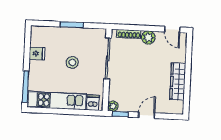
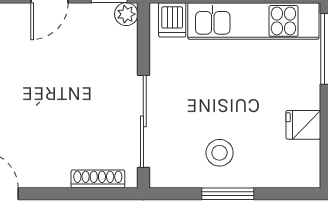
plant: (148, 37) -> (54, 173), removed
stool: (72, 63) -> (220, 153), moved

